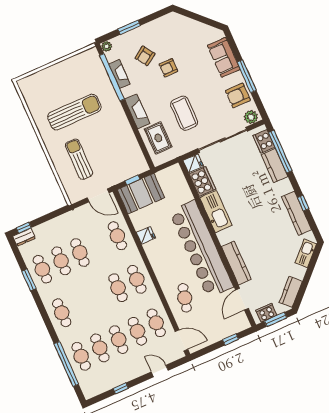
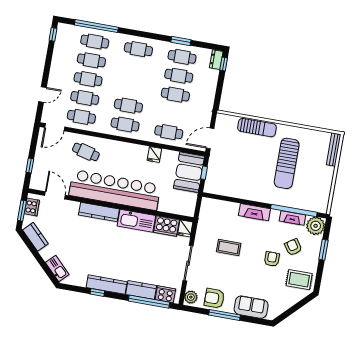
plant: (107, 46) -> (316, 226), width x1.87, depth x1.87
bench: (34, 78) -> (334, 150), added
armchair: (238, 95) -> (214, 298), turned -90
coffee table: (184, 113) -> (229, 247), width x0.73, depth x0.76
rug: (158, 138) -> (299, 280), moved
sliding door: (223, 140) -> (188, 263), width x0.73
sun lounger: (79, 159) -> (257, 128), moved
kitchen counter: (297, 213) -> (107, 285), moved
kitchen counter: (236, 263) -> (99, 212), moved
window: (121, 388) -> (53, 34), moved

